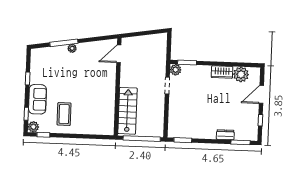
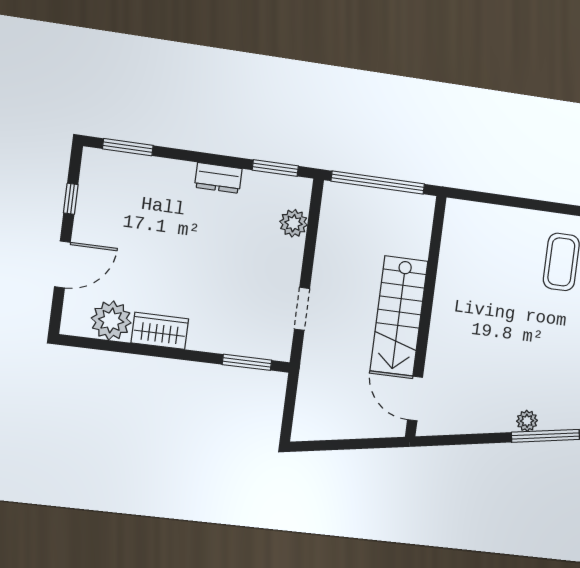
door: (119, 54) -> (415, 399), swing flipped
plant: (176, 70) -> (294, 223), moved
stairs: (127, 111) -> (399, 316), moved
dresser: (225, 135) -> (218, 178), moved

